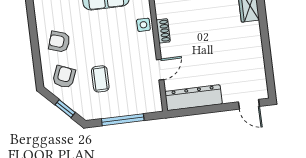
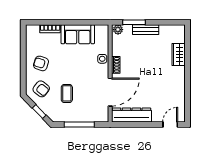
door: (160, 70) -> (110, 92), width x1.87
armchair: (64, 77) -> (41, 89), turned 106
door: (249, 104) -> (170, 124), swing flipped

